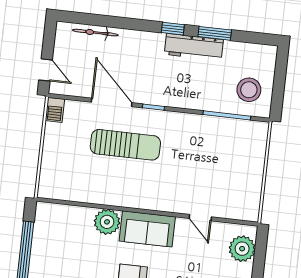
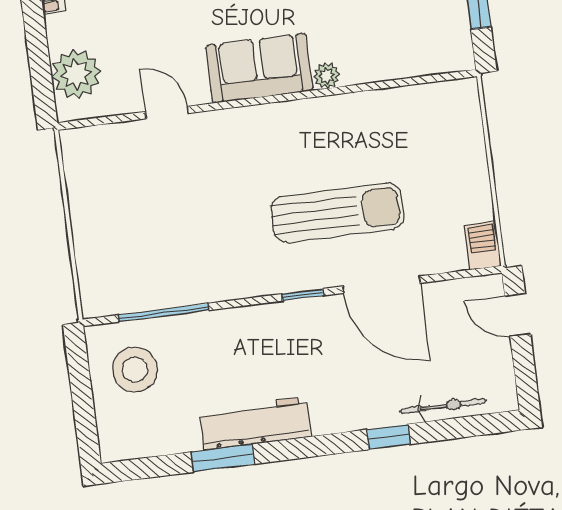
window: (173, 29) -> (388, 437), moved
sun lounger: (125, 145) -> (337, 213), turned 180
plant: (107, 222) -> (327, 76), width x0.53, depth x0.53

